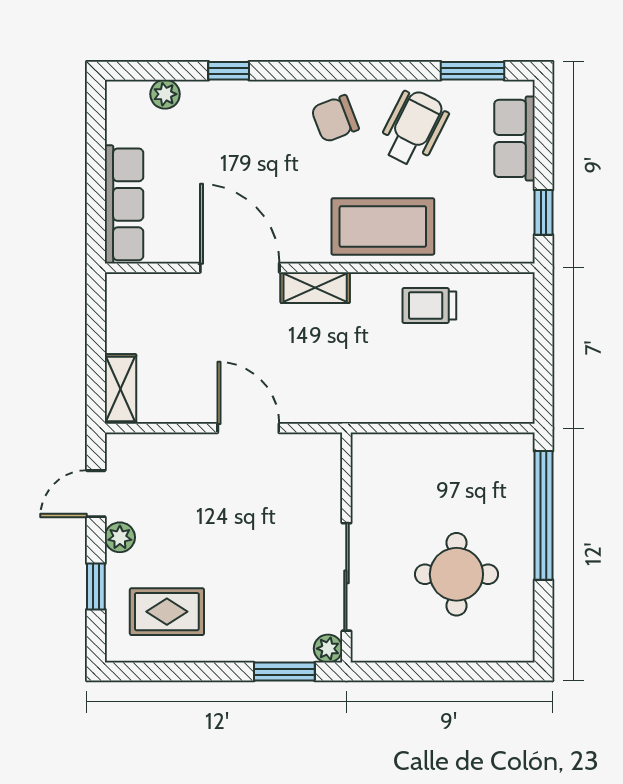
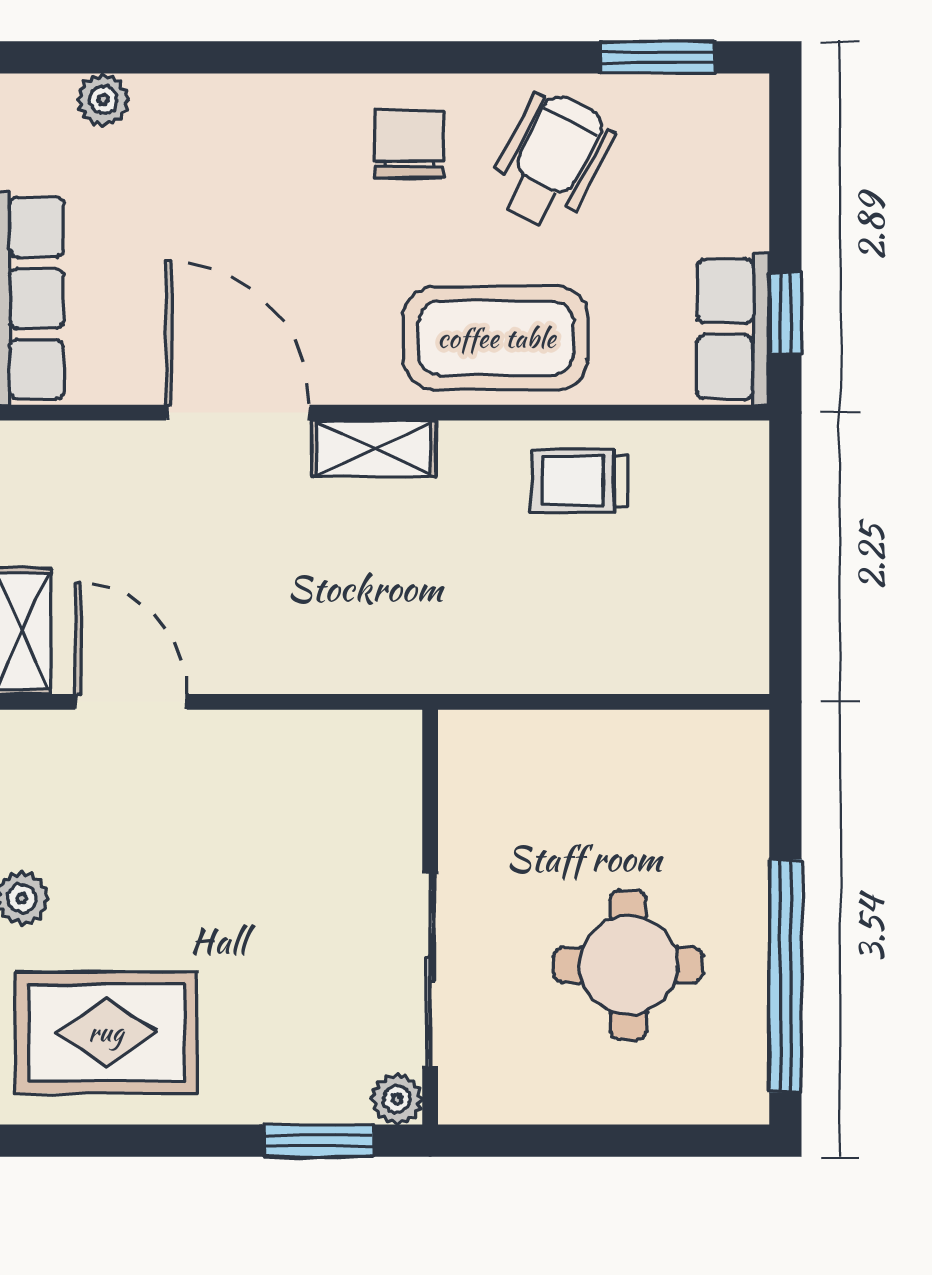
window: (229, 71) -> (218, 57), removed
chair: (335, 119) -> (409, 144), turned 111
row of seats: (514, 138) -> (733, 329), moved
door: (248, 428) -> (131, 702), moved
window: (544, 515) -> (785, 976), moved
rug: (167, 612) -> (106, 1032), width x1.36, depth x1.43

